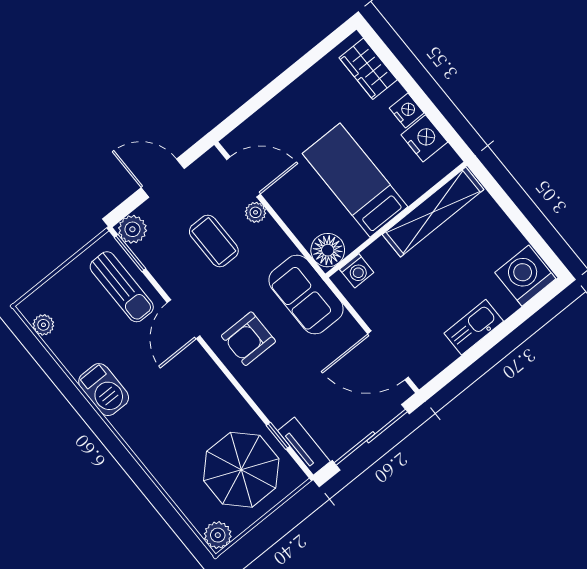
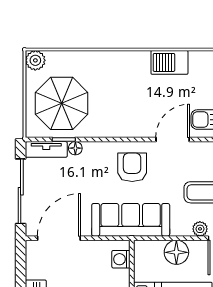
floor lamp: (328, 250) -> (176, 252), moved
sofa: (306, 295) -> (131, 220), width x1.36
door: (184, 319) -> (173, 140), hinge flipped
floor lamp: (277, 416) -> (75, 148), added

